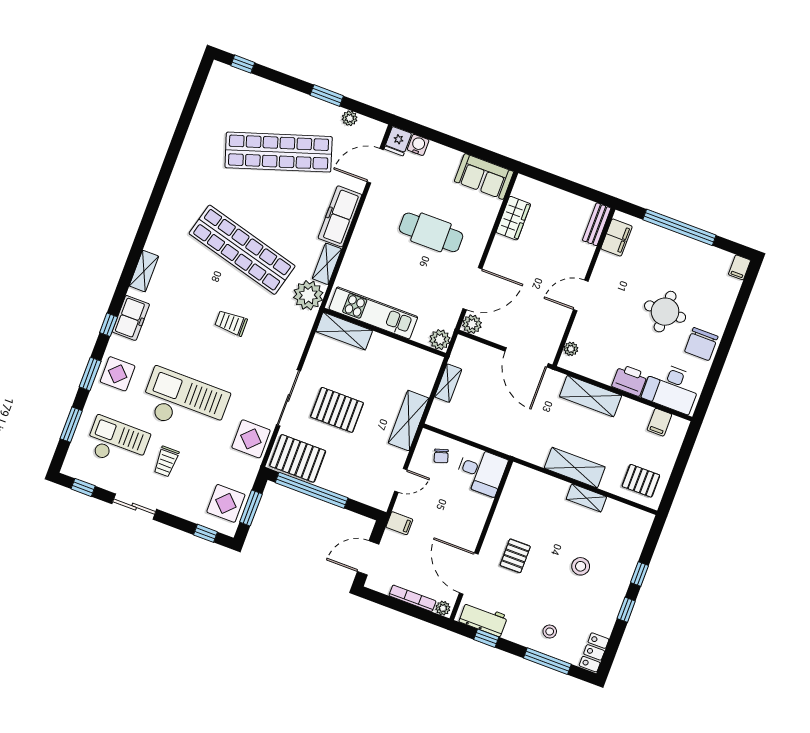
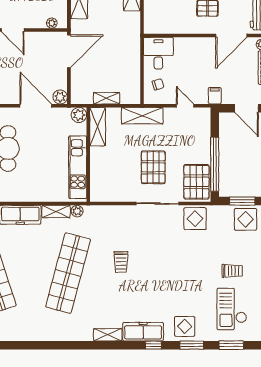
plant: (308, 295) -> (77, 211), width x0.53, depth x0.53
freezer: (131, 318) -> (143, 332), width x1.40
shelving: (344, 331) -> (98, 127), moved
checkout: (184, 403) -> (187, 273), removed

